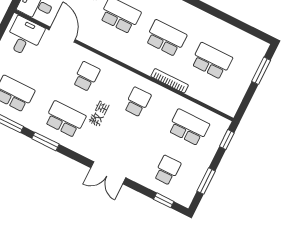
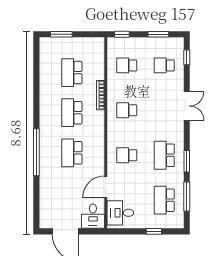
school desk: (189, 127) -> (127, 65), width x0.54

